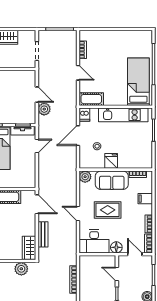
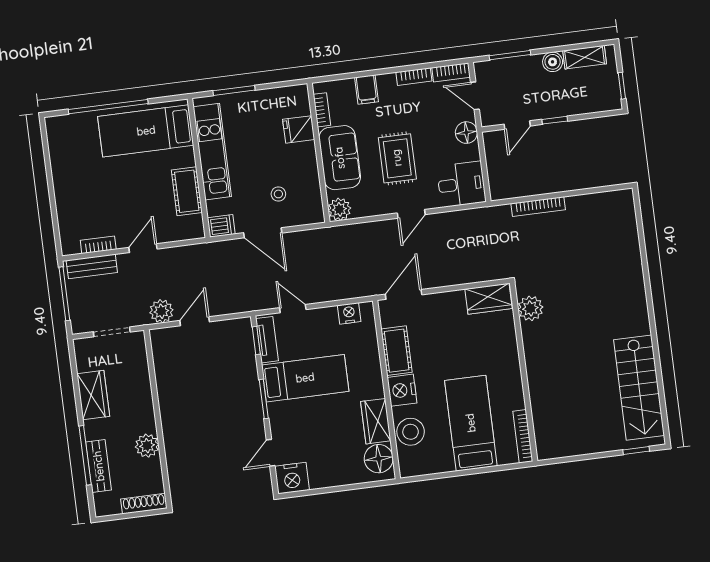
cot: (91, 99) -> (187, 191), moved
plant: (44, 109) -> (161, 311), moved
fridge: (111, 161) -> (299, 129), moved
nightstand: (31, 175) -> (349, 313), added
bench: (43, 234) -> (92, 266), moved
desk: (94, 241) -> (461, 184), width x0.73
door: (135, 254) -> (475, 96), hinge flipped

